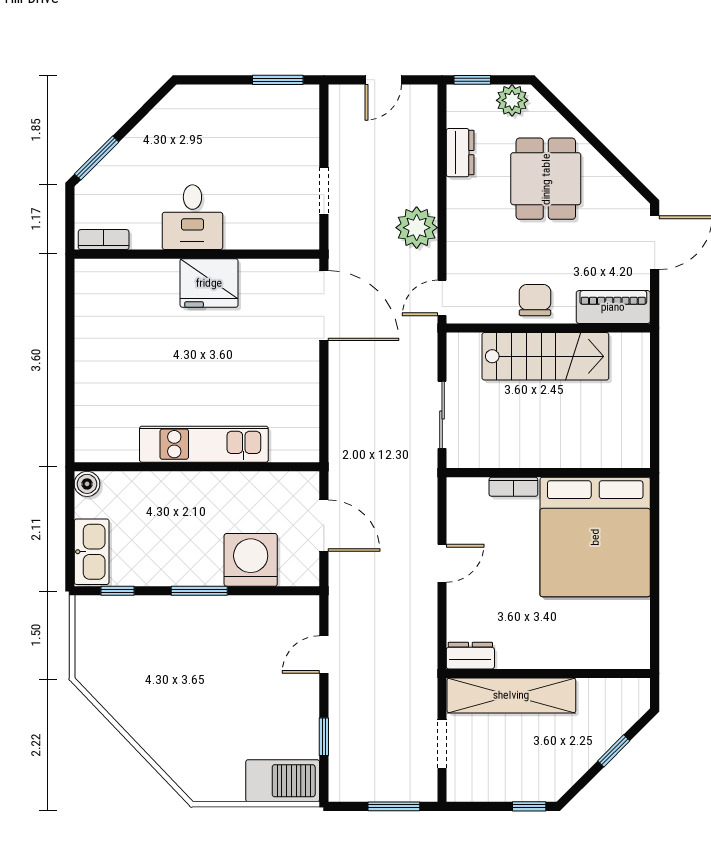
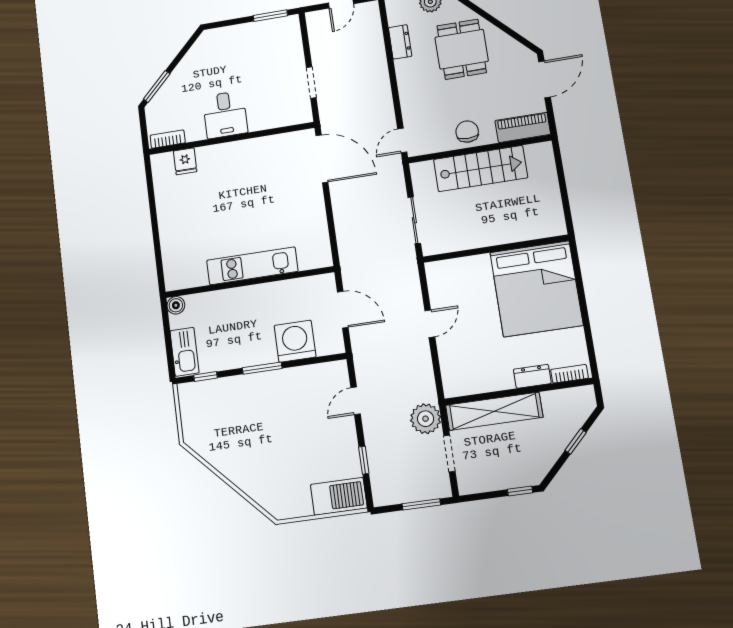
plant: (417, 228) -> (426, 419), moved
fridge: (209, 283) -> (185, 161), moved, width x0.53, depth x0.75
bookcase: (513, 487) -> (570, 374), moved, turned 180
dresser: (470, 656) -> (532, 376), moved

